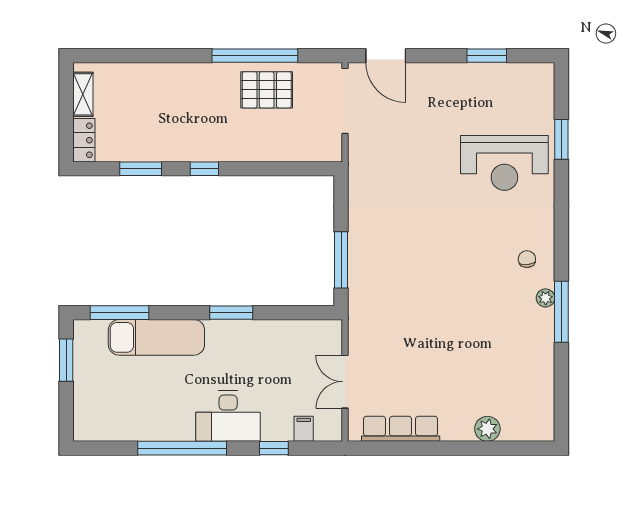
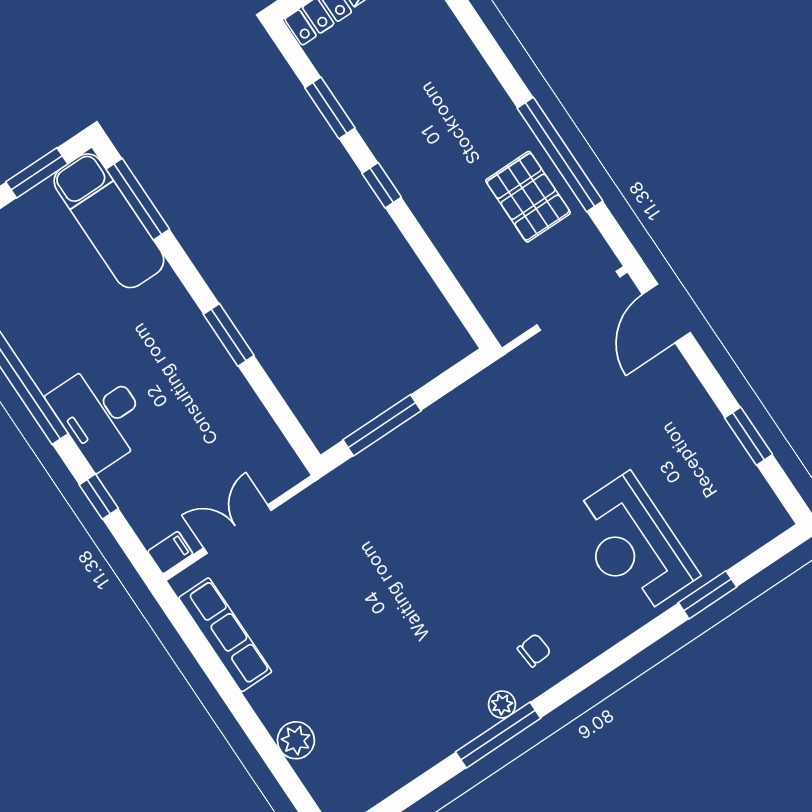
exam couch: (156, 337) -> (109, 221), moved
filing cabinet: (304, 429) -> (170, 553), moved

